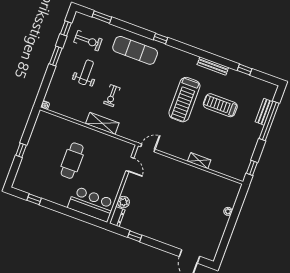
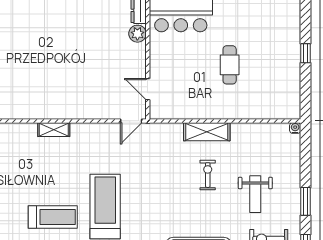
cafe table: (72, 161) -> (230, 65), width x0.73, depth x0.74

